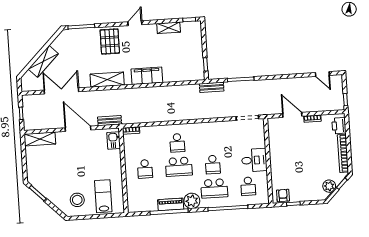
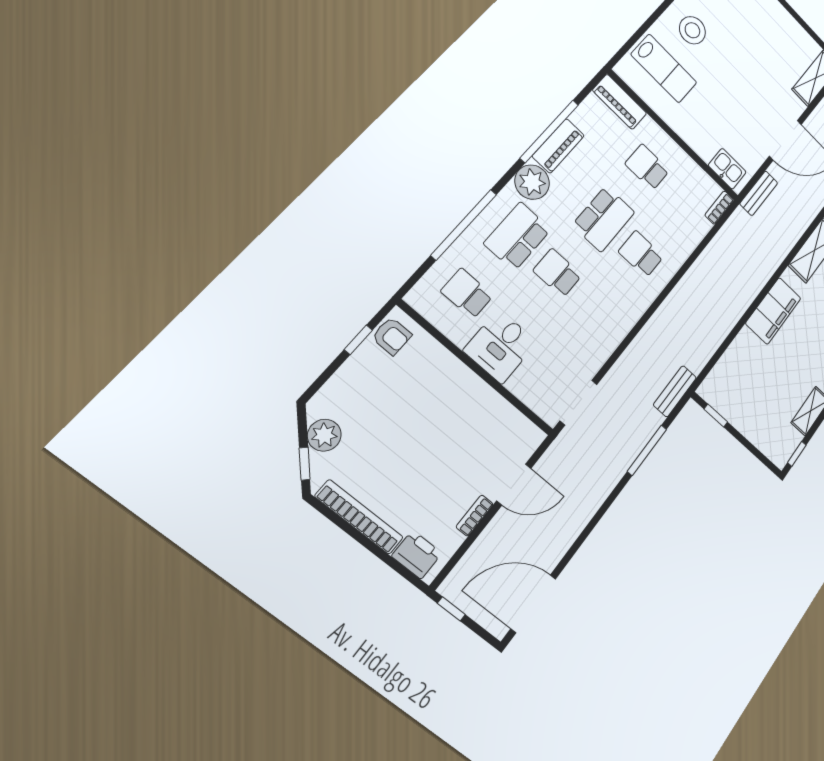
door: (322, 74) -> (533, 604), width x1.87
school desk: (179, 167) -> (604, 219), turned 180
piano: (133, 199) -> (620, 102), added

